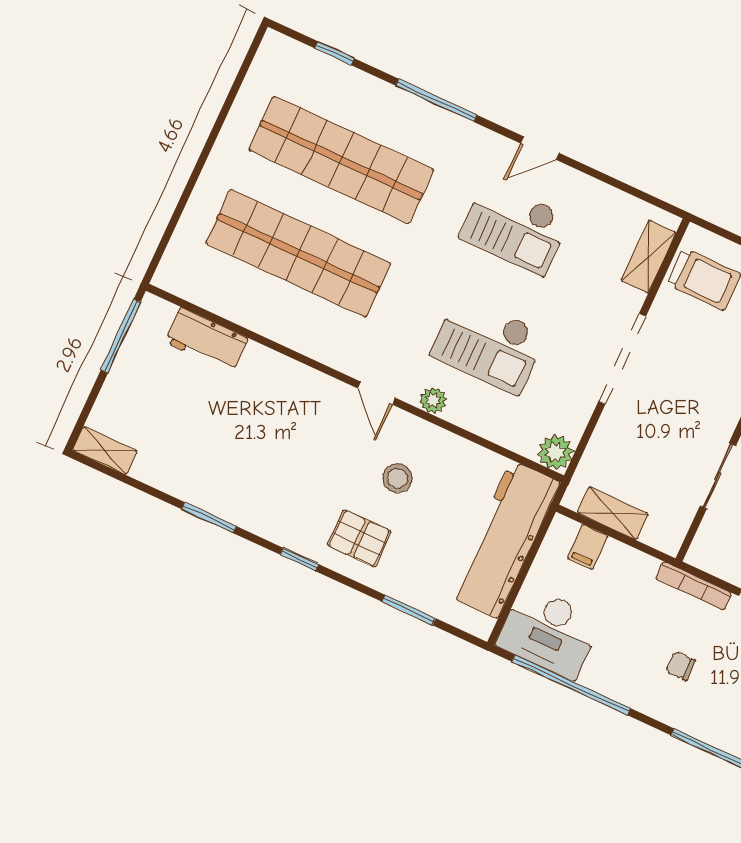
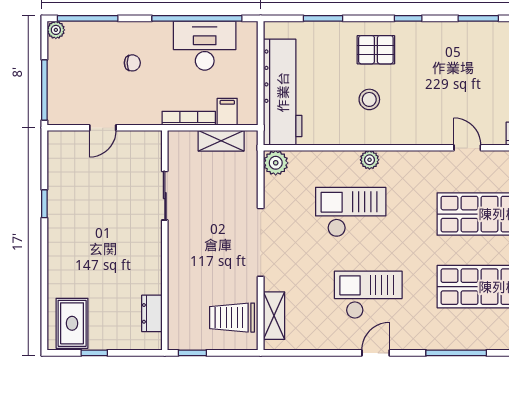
door: (377, 393) -> (467, 148), moved
bookcase: (694, 586) -> (189, 118), moved
desk: (549, 632) -> (205, 46), moved

